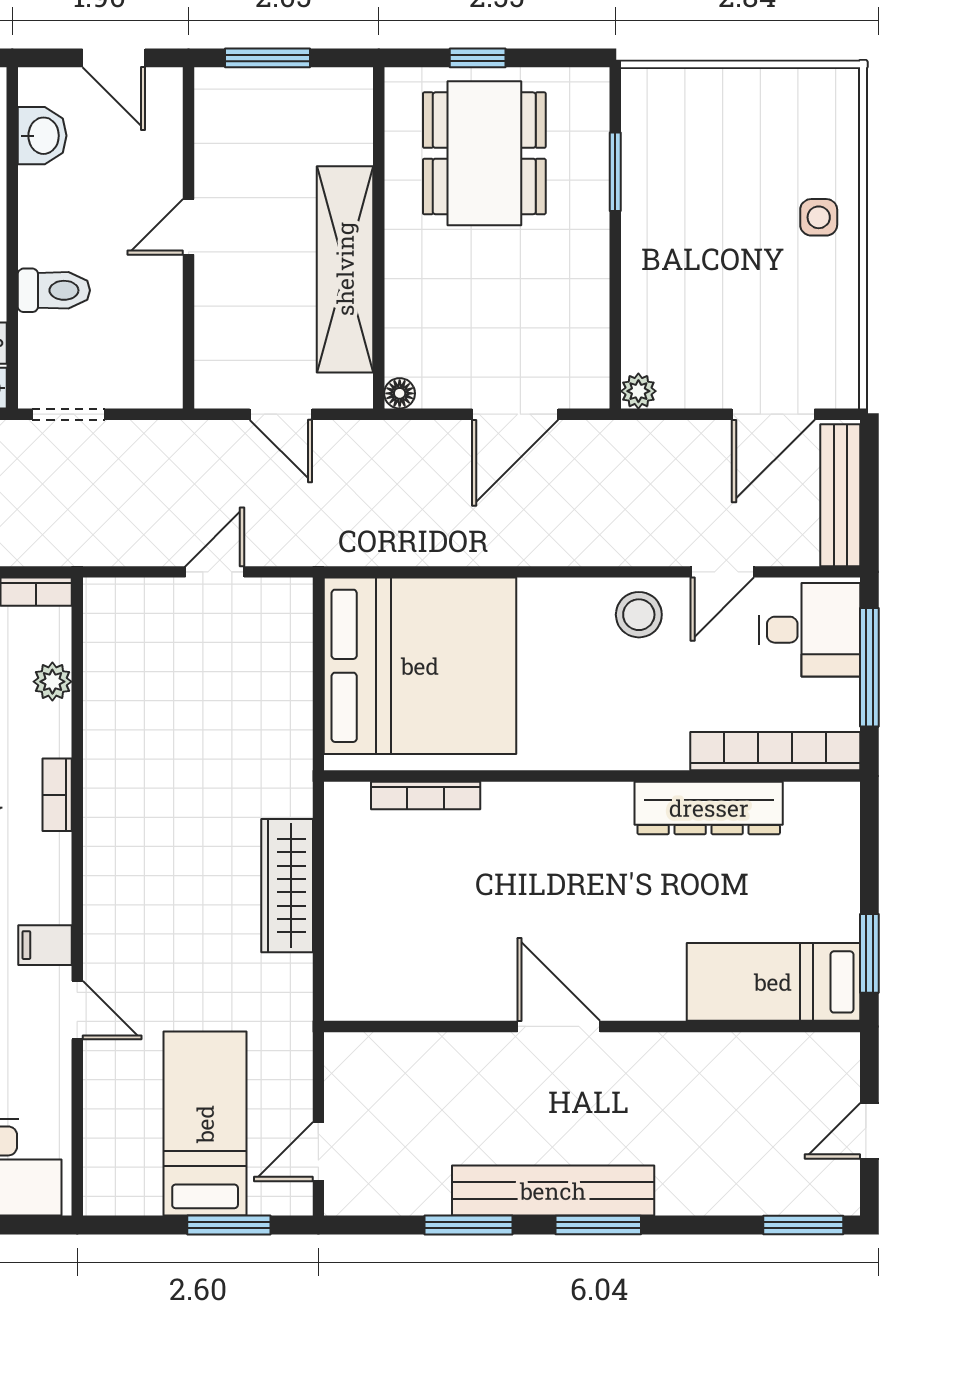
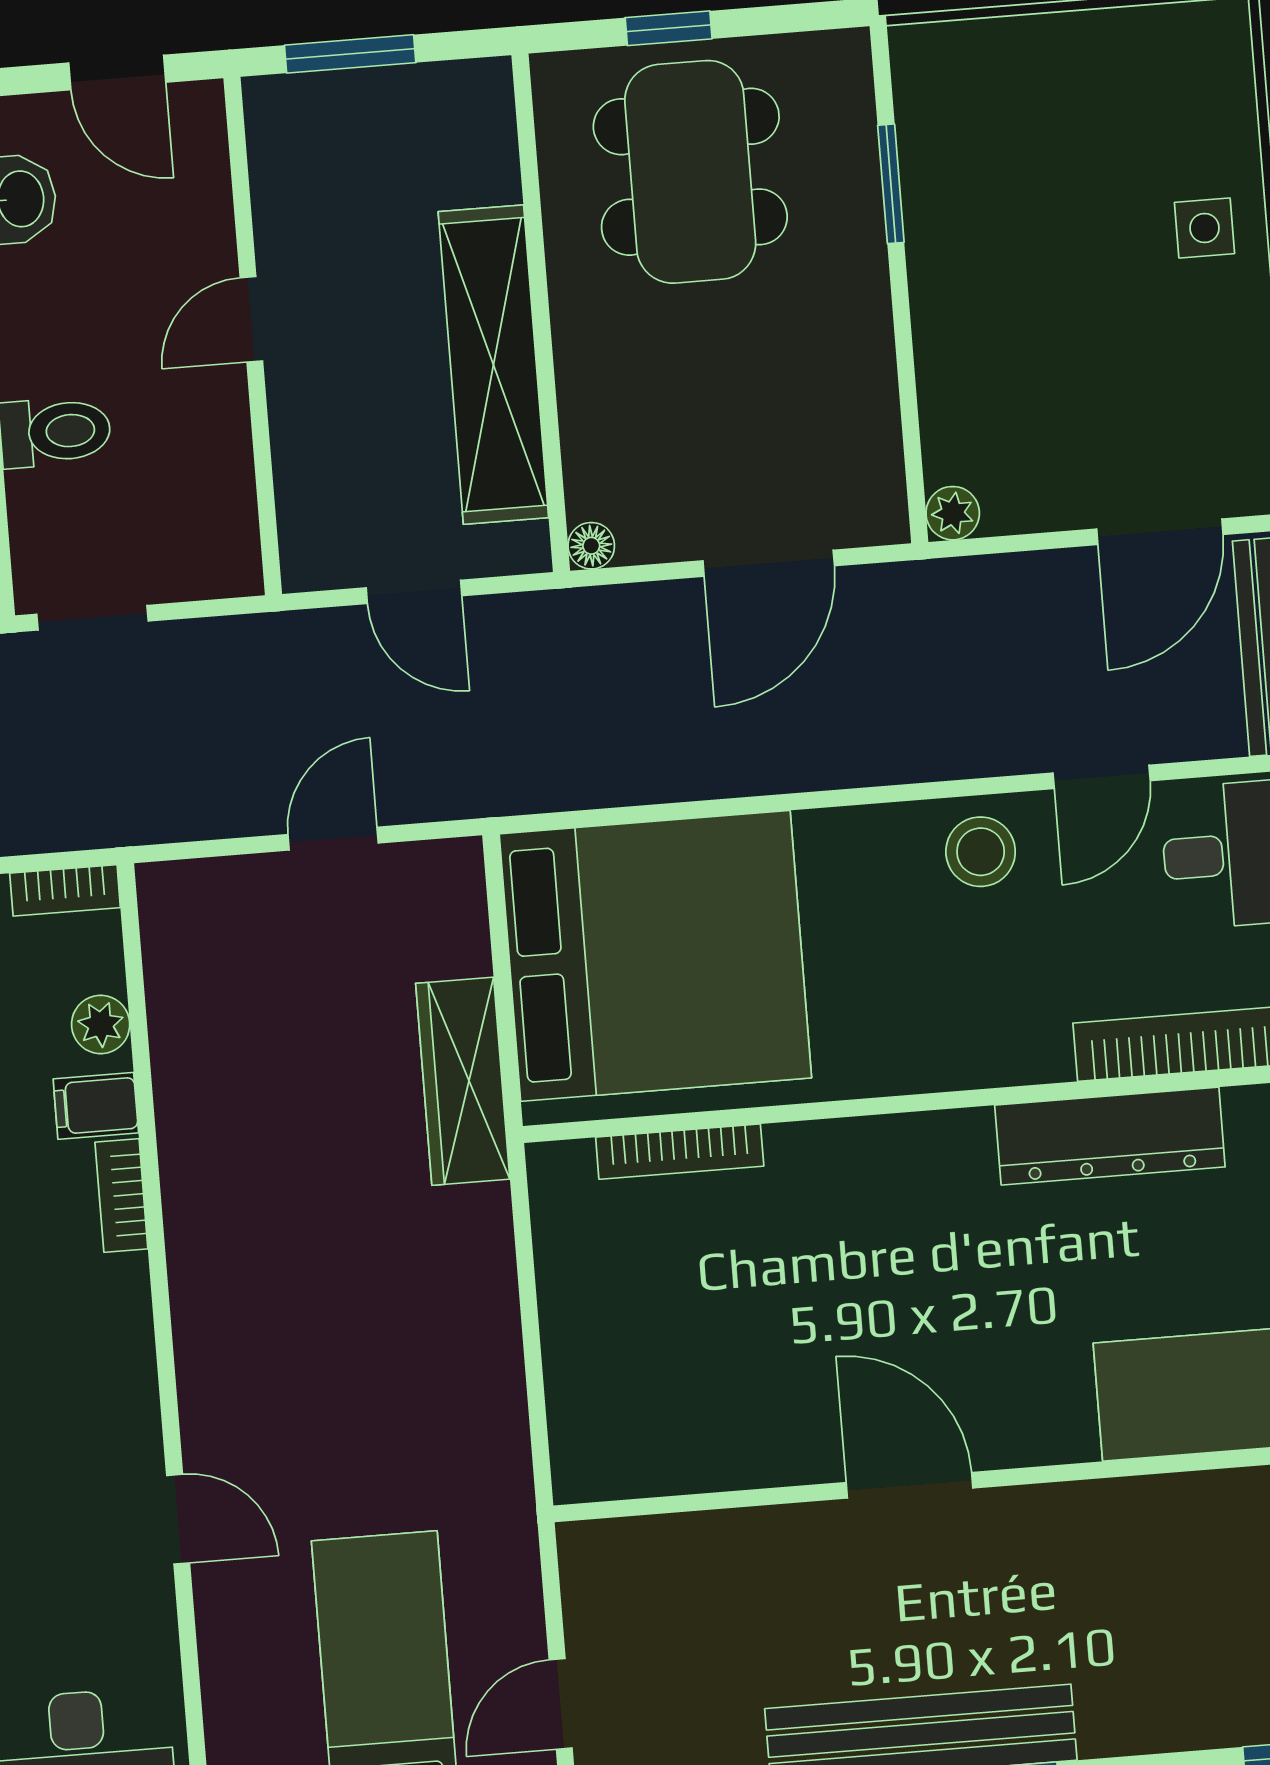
wardrobe: (287, 886) -> (463, 1081), moved
filing cabinet: (45, 945) -> (96, 1106), moved

